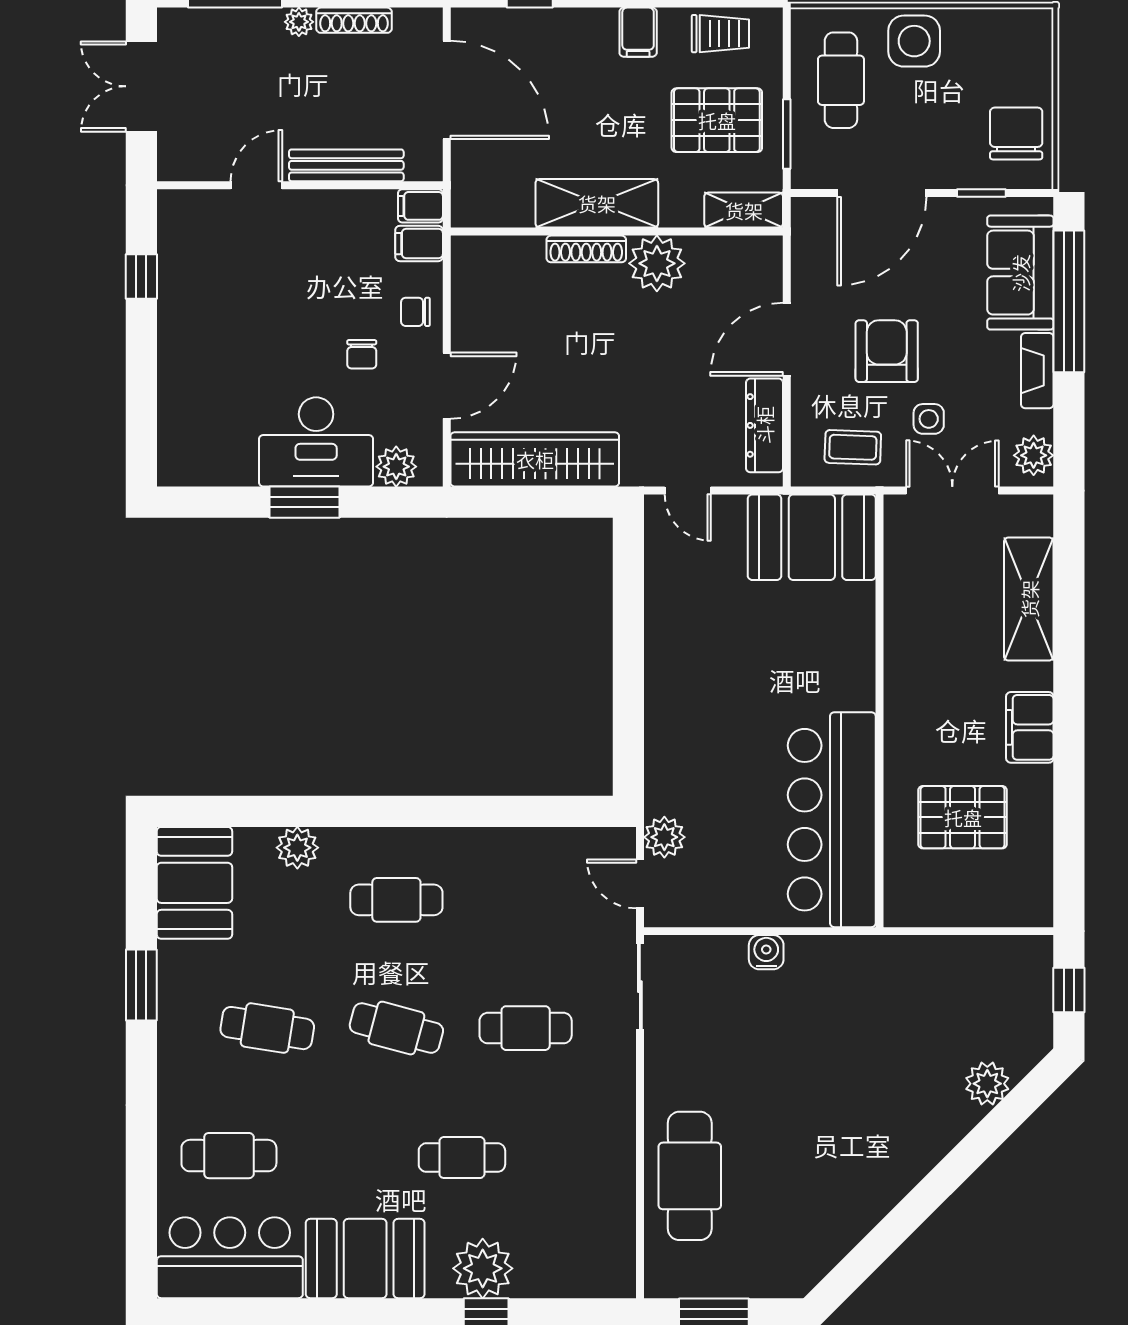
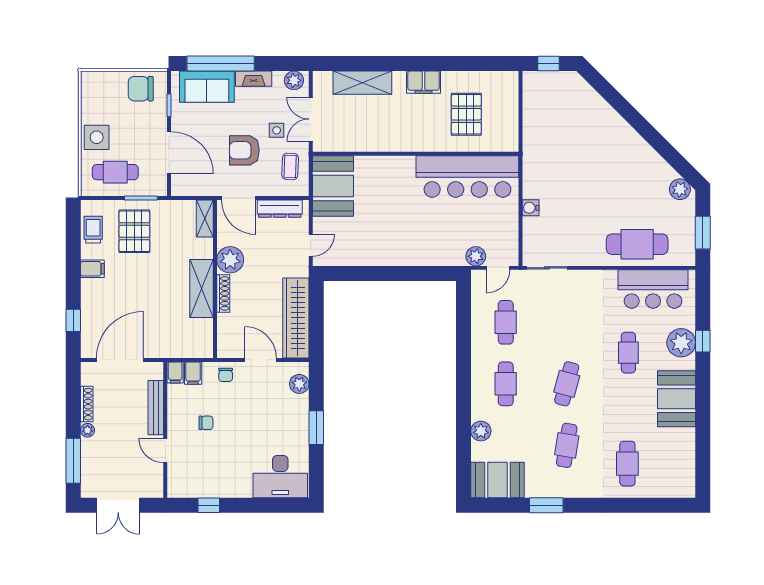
shelving: (597, 203) -> (202, 288), moved
shelving: (744, 210) -> (205, 219), moved
wall: (617, 232) -> (215, 279), moved
shoe rack: (586, 249) -> (223, 293), moved
plant: (657, 263) -> (230, 260), moved
chair: (362, 354) -> (206, 423), moved
desk: (316, 442) -> (280, 477), moved, turned 90
cafe table: (526, 1028) -> (506, 322), moved
plant: (987, 1084) -> (680, 189), moved
bar counter: (230, 1258) -> (653, 289), moved, turned -90

